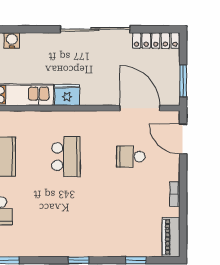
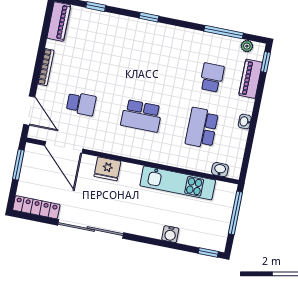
fridge: (67, 95) -> (107, 169), moved
school desk: (66, 157) -> (141, 116), turned -90
bookcase: (175, 194) -> (46, 67), width x1.56

